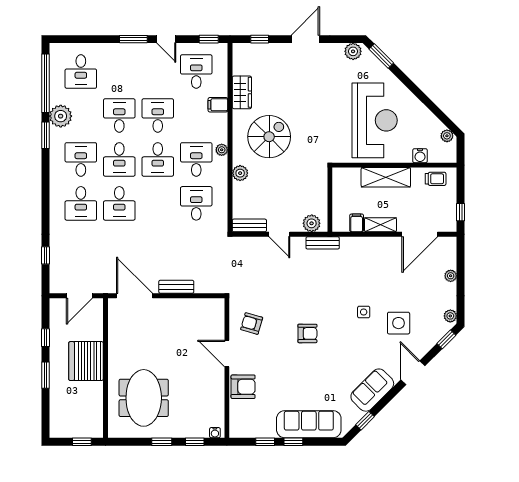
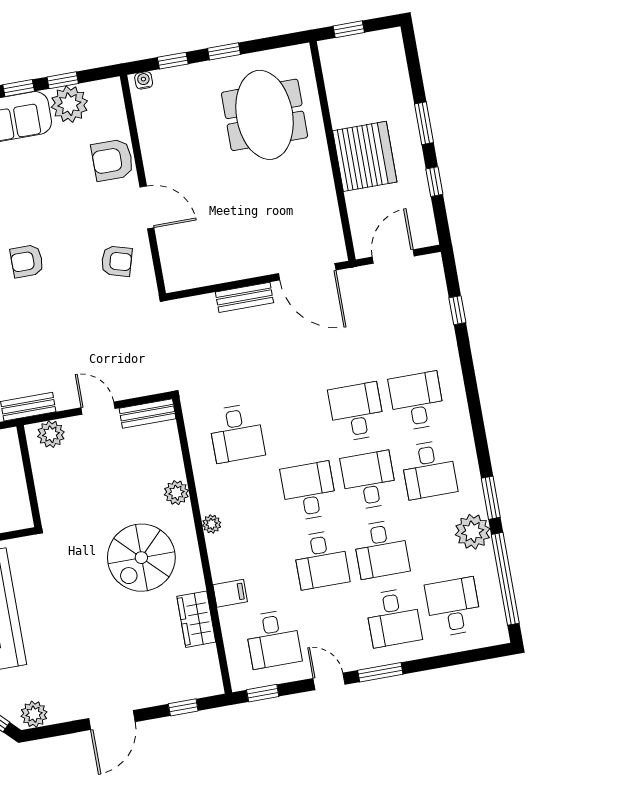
desk: (196, 159) -> (393, 618), moved
plant: (264, 426) -> (69, 104), added

